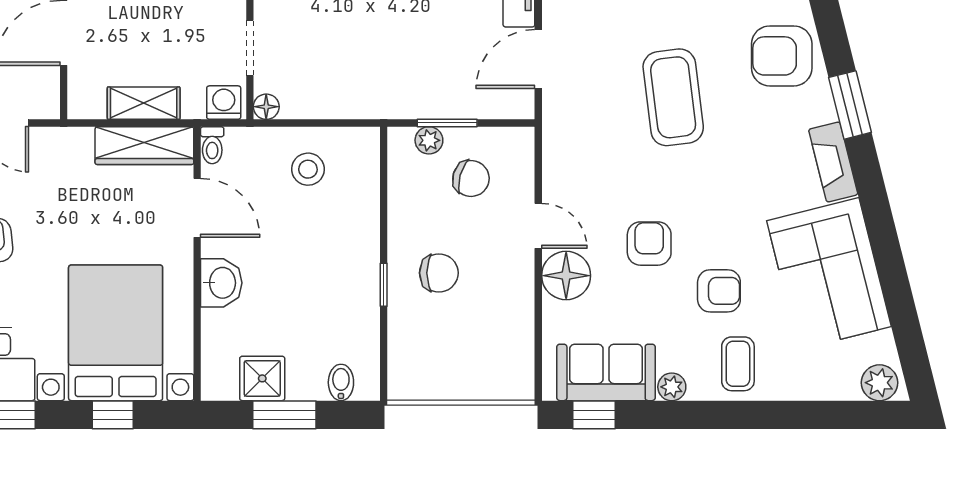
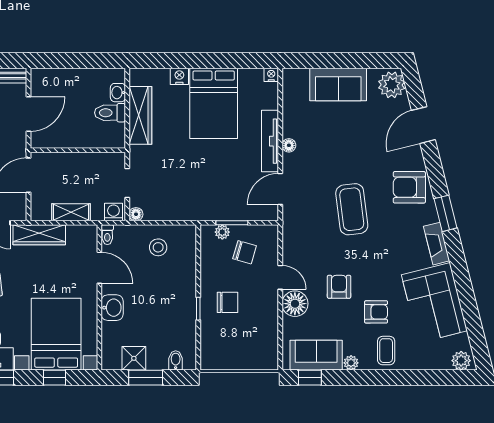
wardrobe: (144, 146) -> (39, 235), moved

